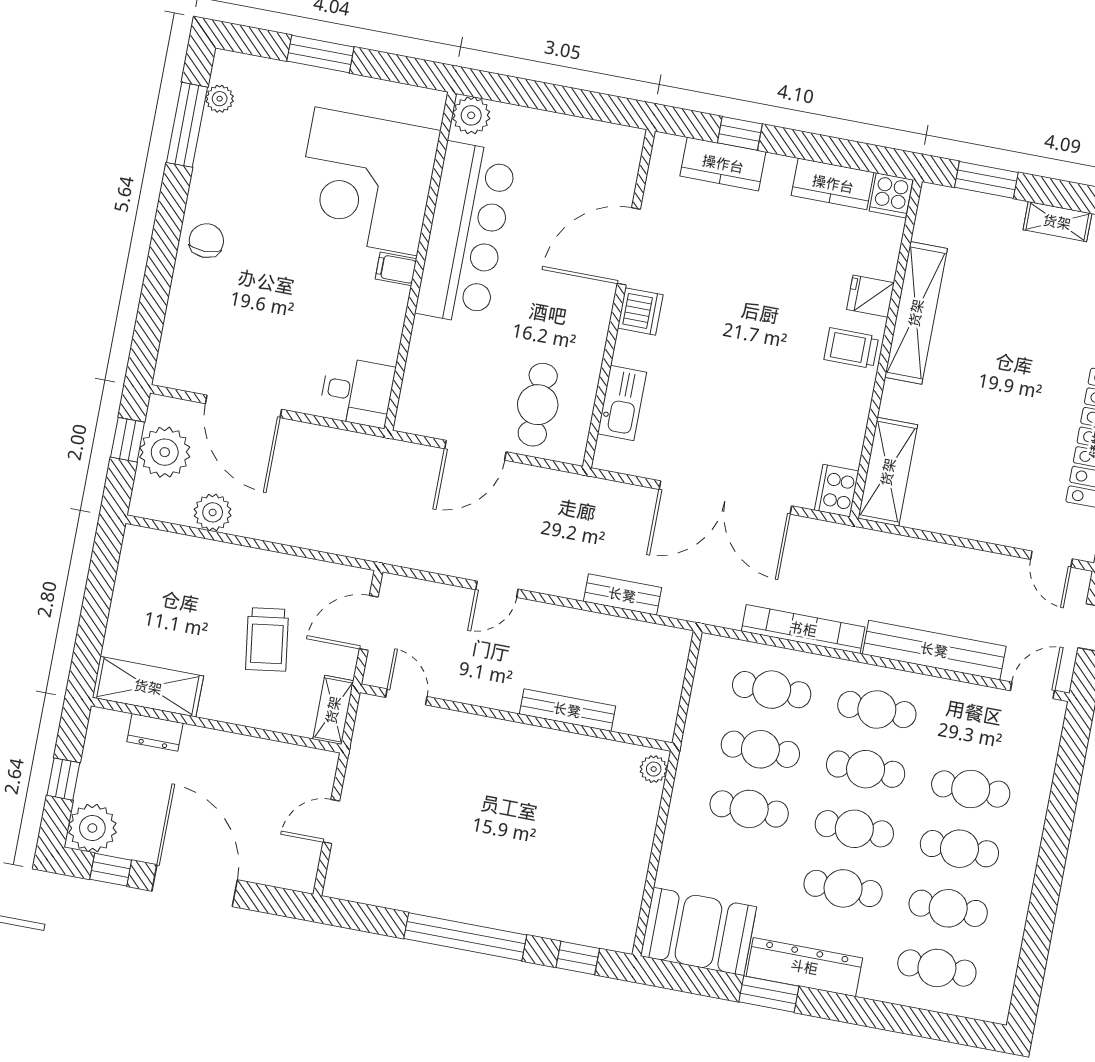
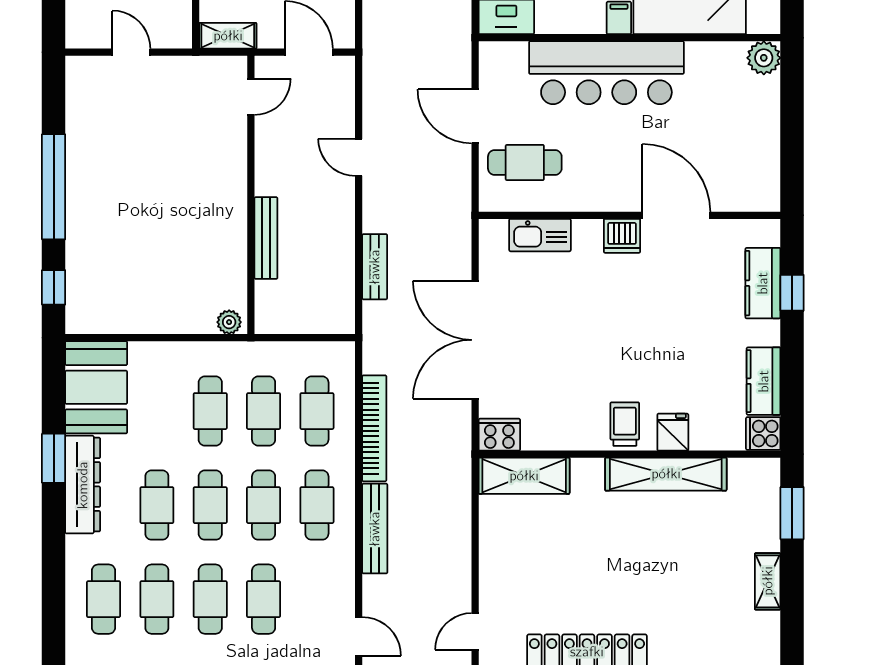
bar counter: (466, 233) -> (606, 73), moved
bench: (934, 650) -> (375, 529), width x0.73, depth x0.82

